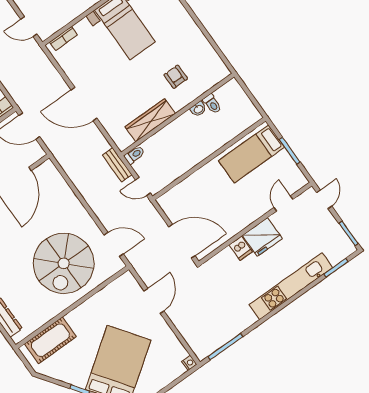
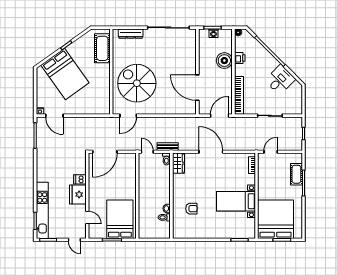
door: (84, 104) -> (211, 152), hinge flipped
wardrobe: (150, 120) -> (178, 163), moved, width x0.67
bed: (251, 154) -> (120, 219), width x1.50
door: (143, 187) -> (147, 152), hinge flipped
kitchen unit: (291, 286) -> (42, 210), moved
door: (154, 301) -> (54, 116), moved

